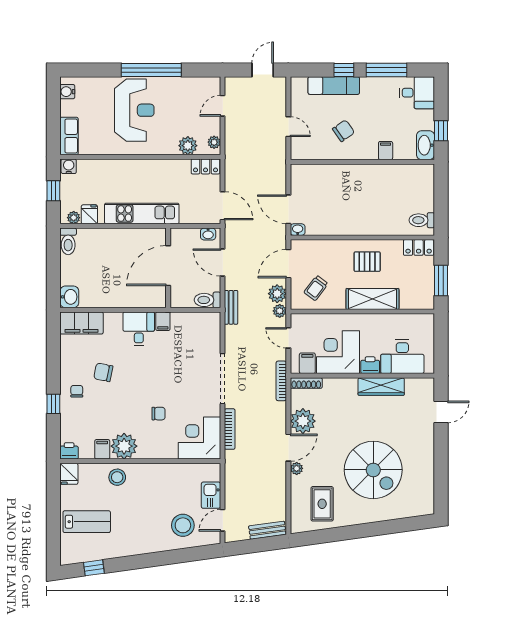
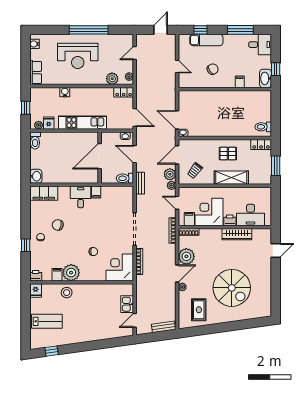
window: (344, 70) -> (201, 30), moved
reception desk: (134, 110) -> (78, 56), turned 90
water cooler: (69, 166) -> (65, 92), moved
stool: (183, 525) -> (109, 324), removed

